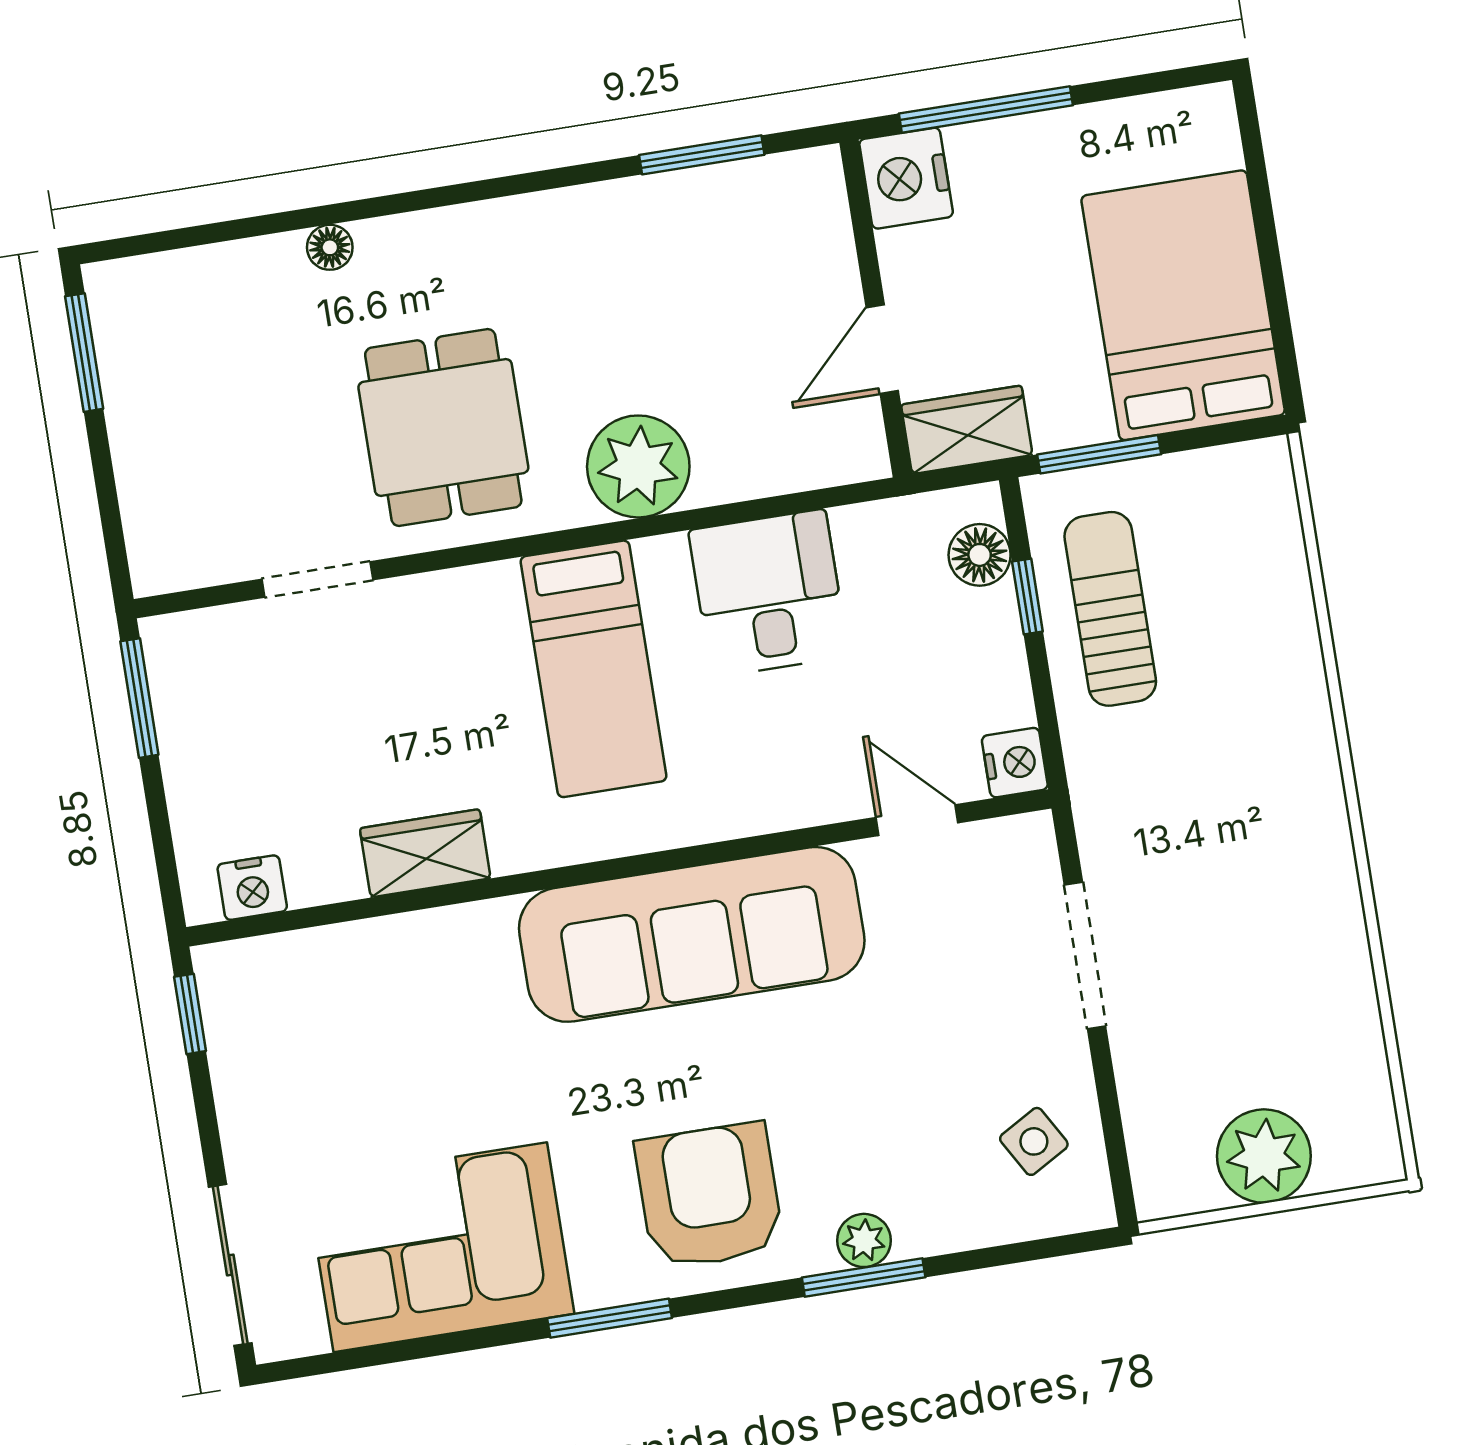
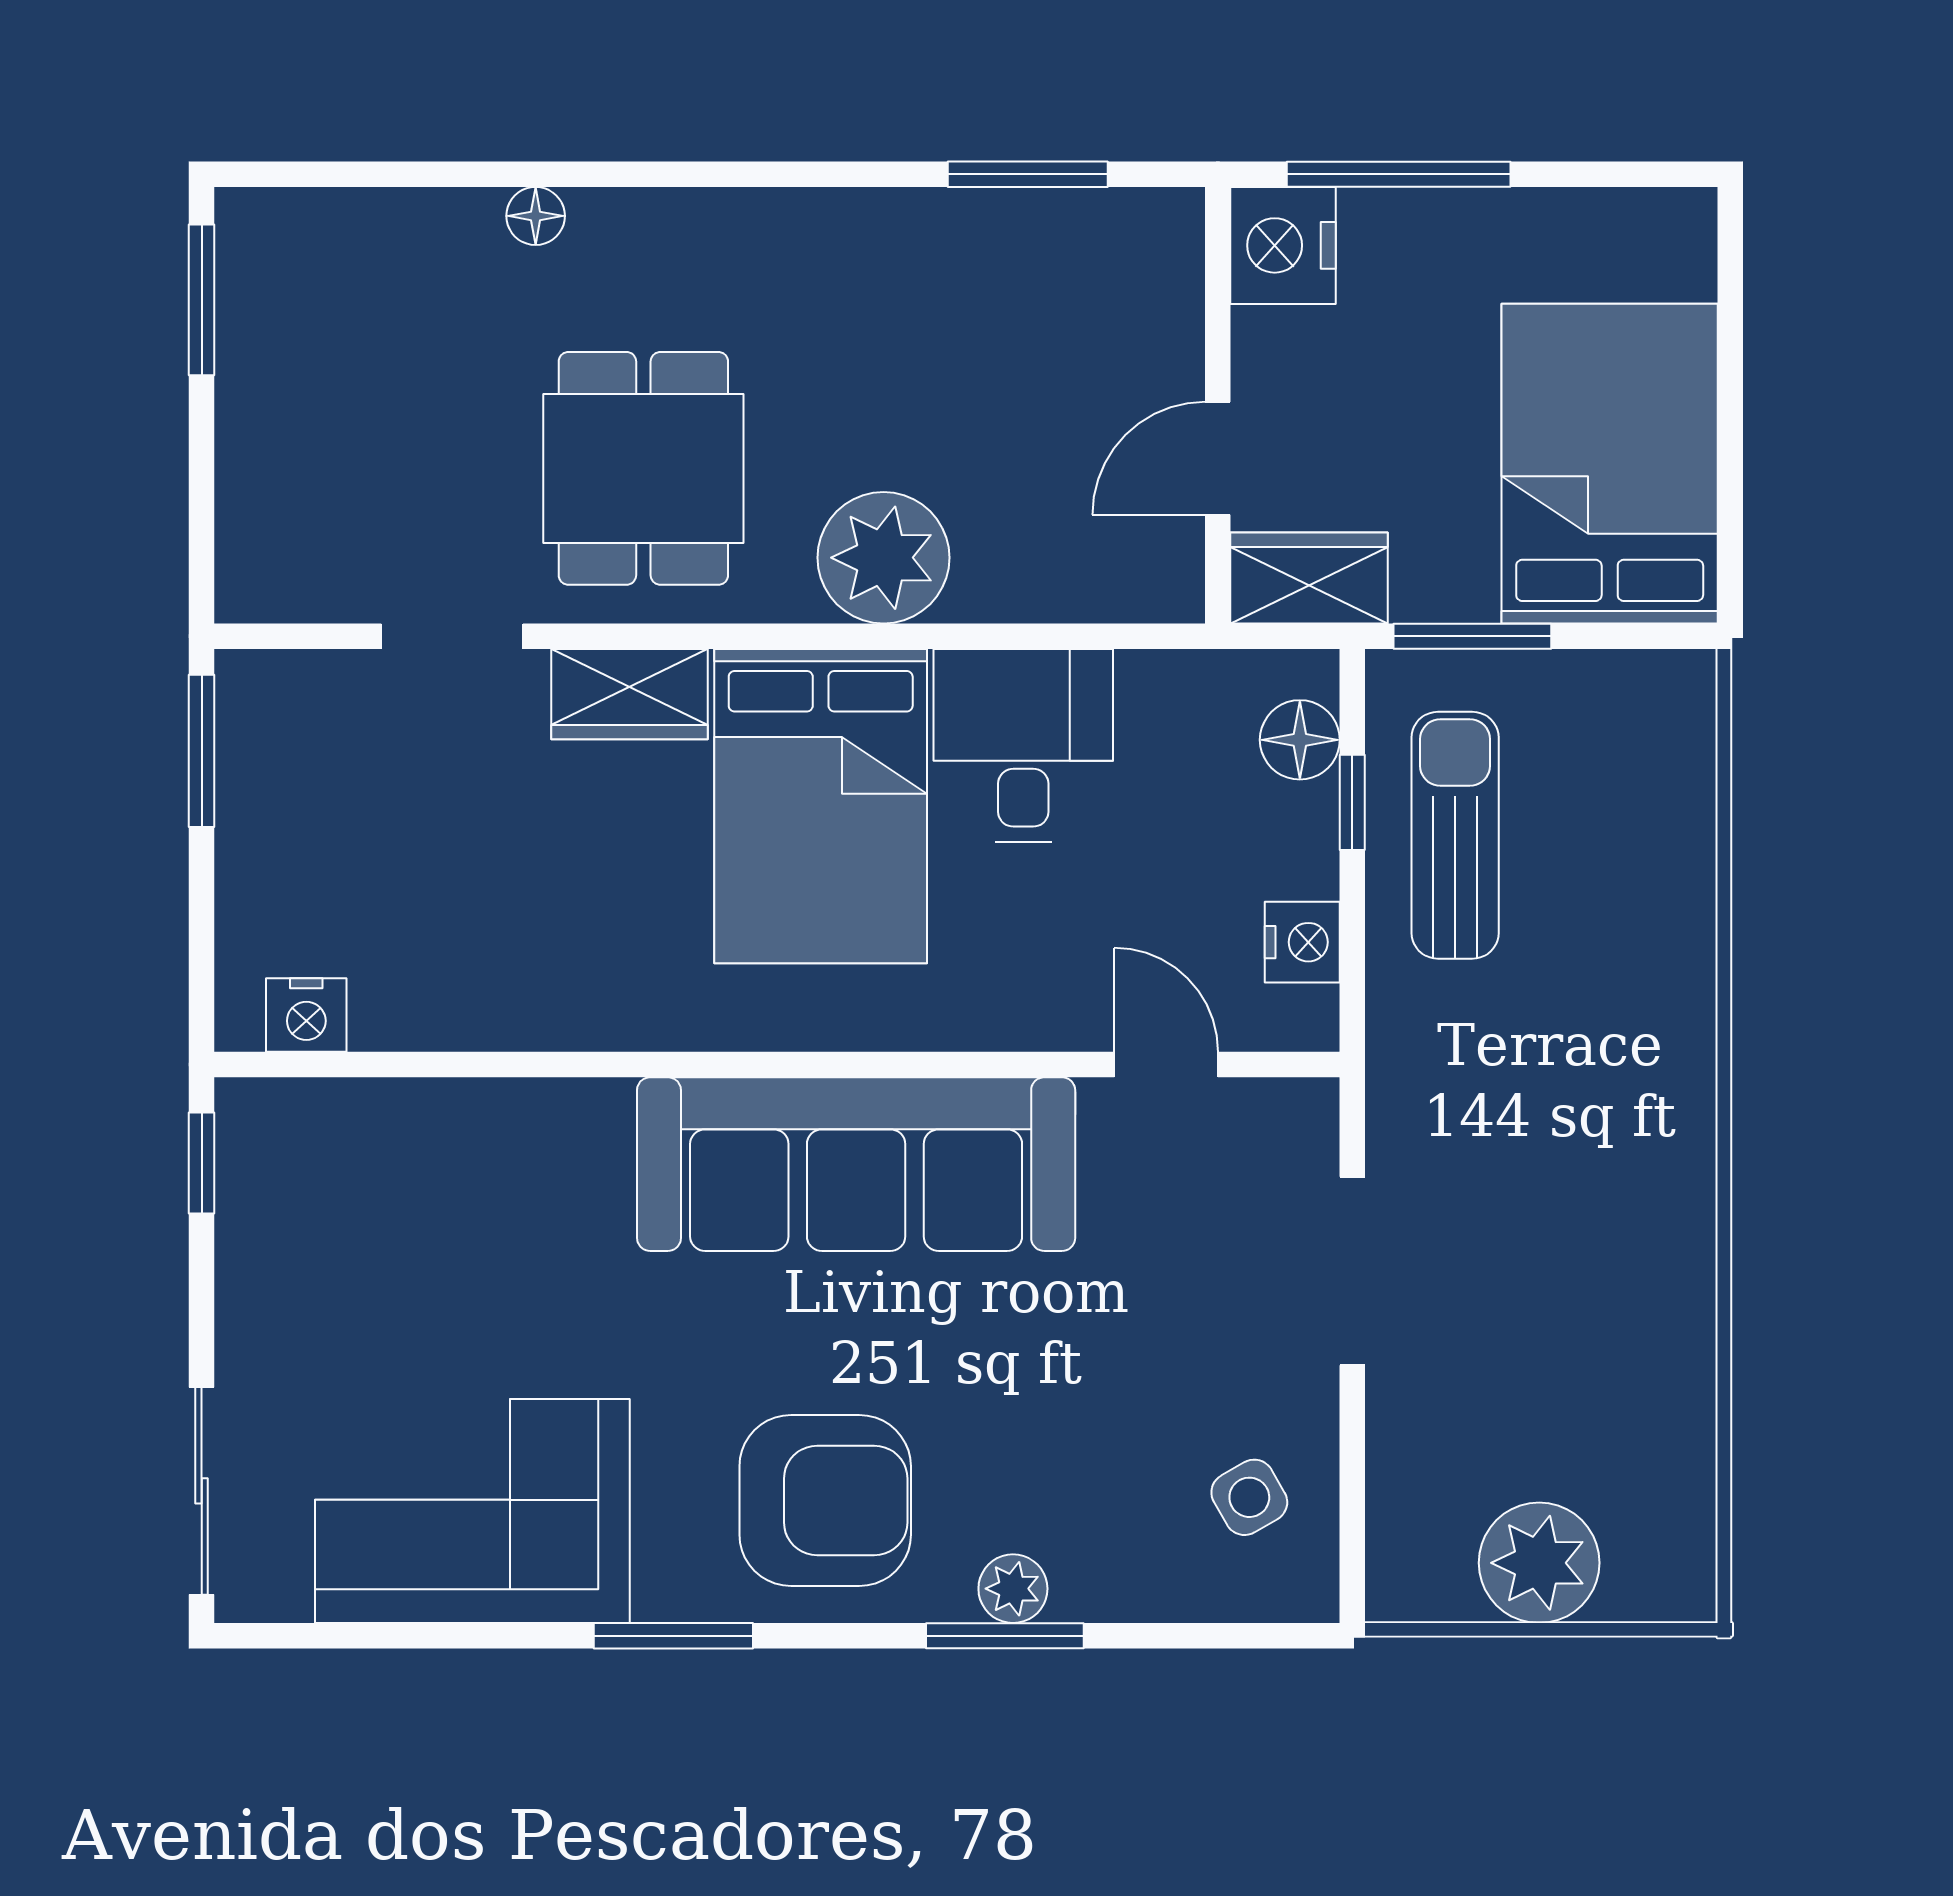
bed: (593, 669) -> (821, 806), width x1.50
nightstand: (1015, 763) -> (1302, 942), moved
wardrobe: (425, 853) -> (630, 694), moved, turned 180
armchair: (709, 1196) -> (825, 1500), turned 90

